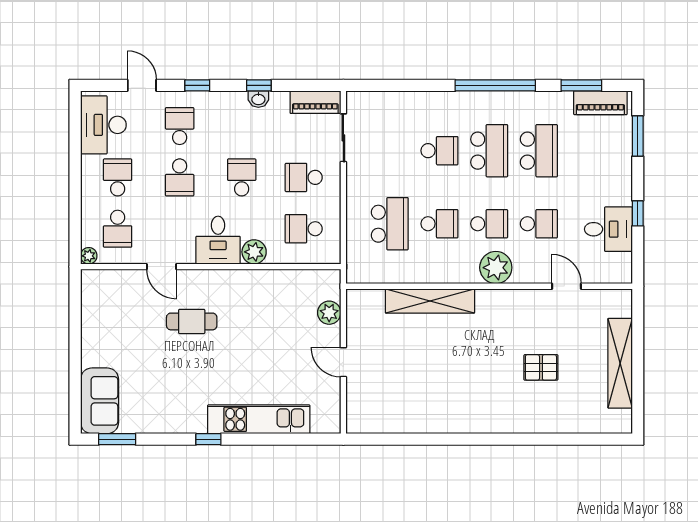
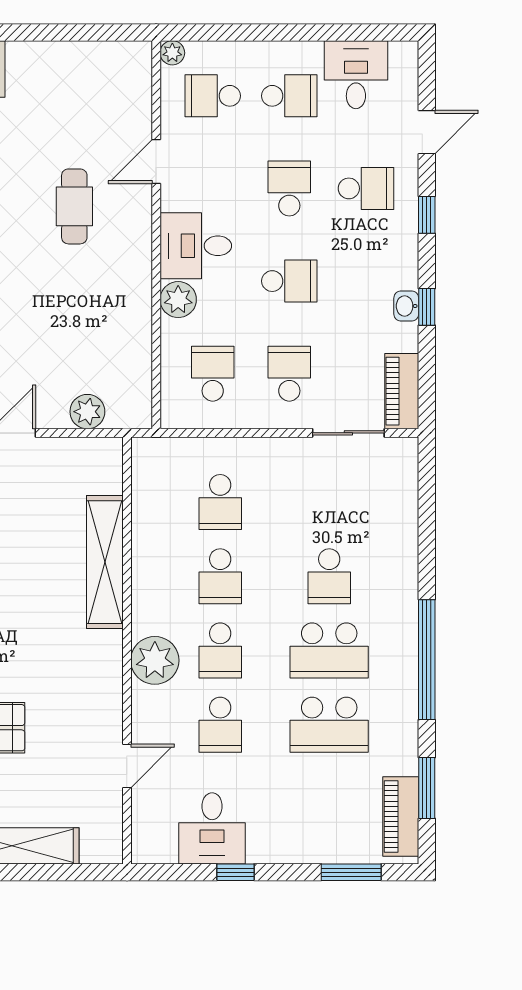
desk: (103, 125) -> (356, 75), width x0.73
school desk: (180, 177) -> (289, 188), turned 90
school desk: (390, 224) -> (220, 502), width x0.54

